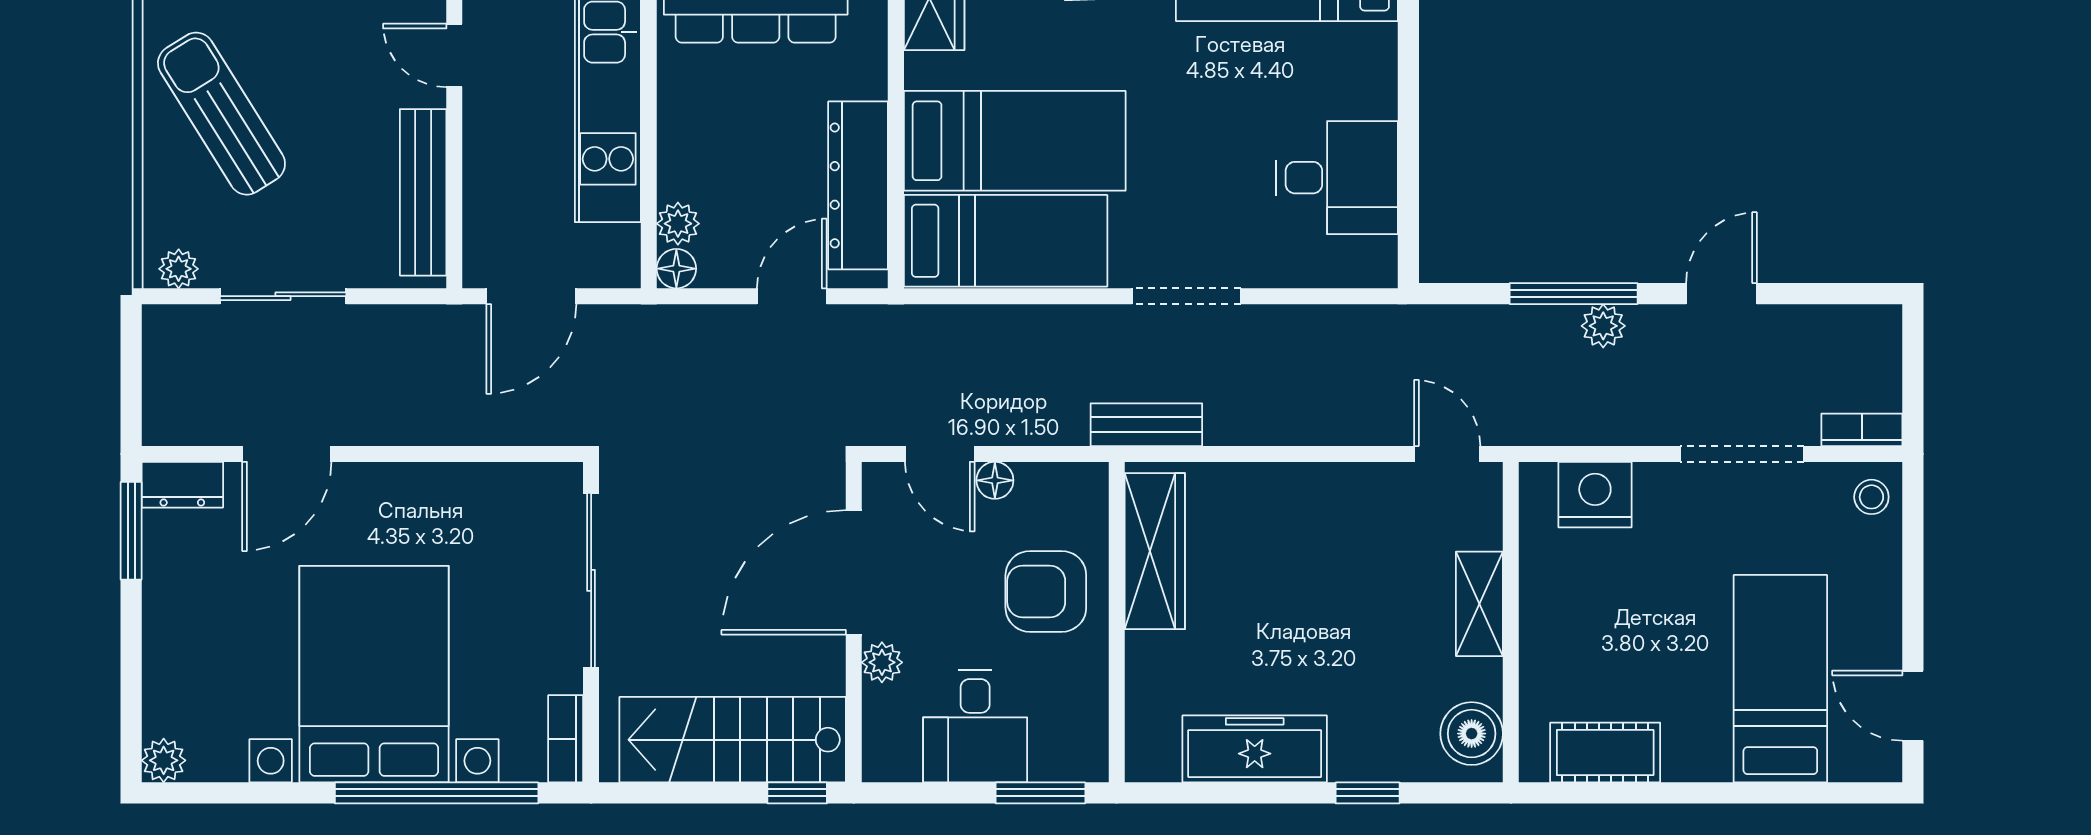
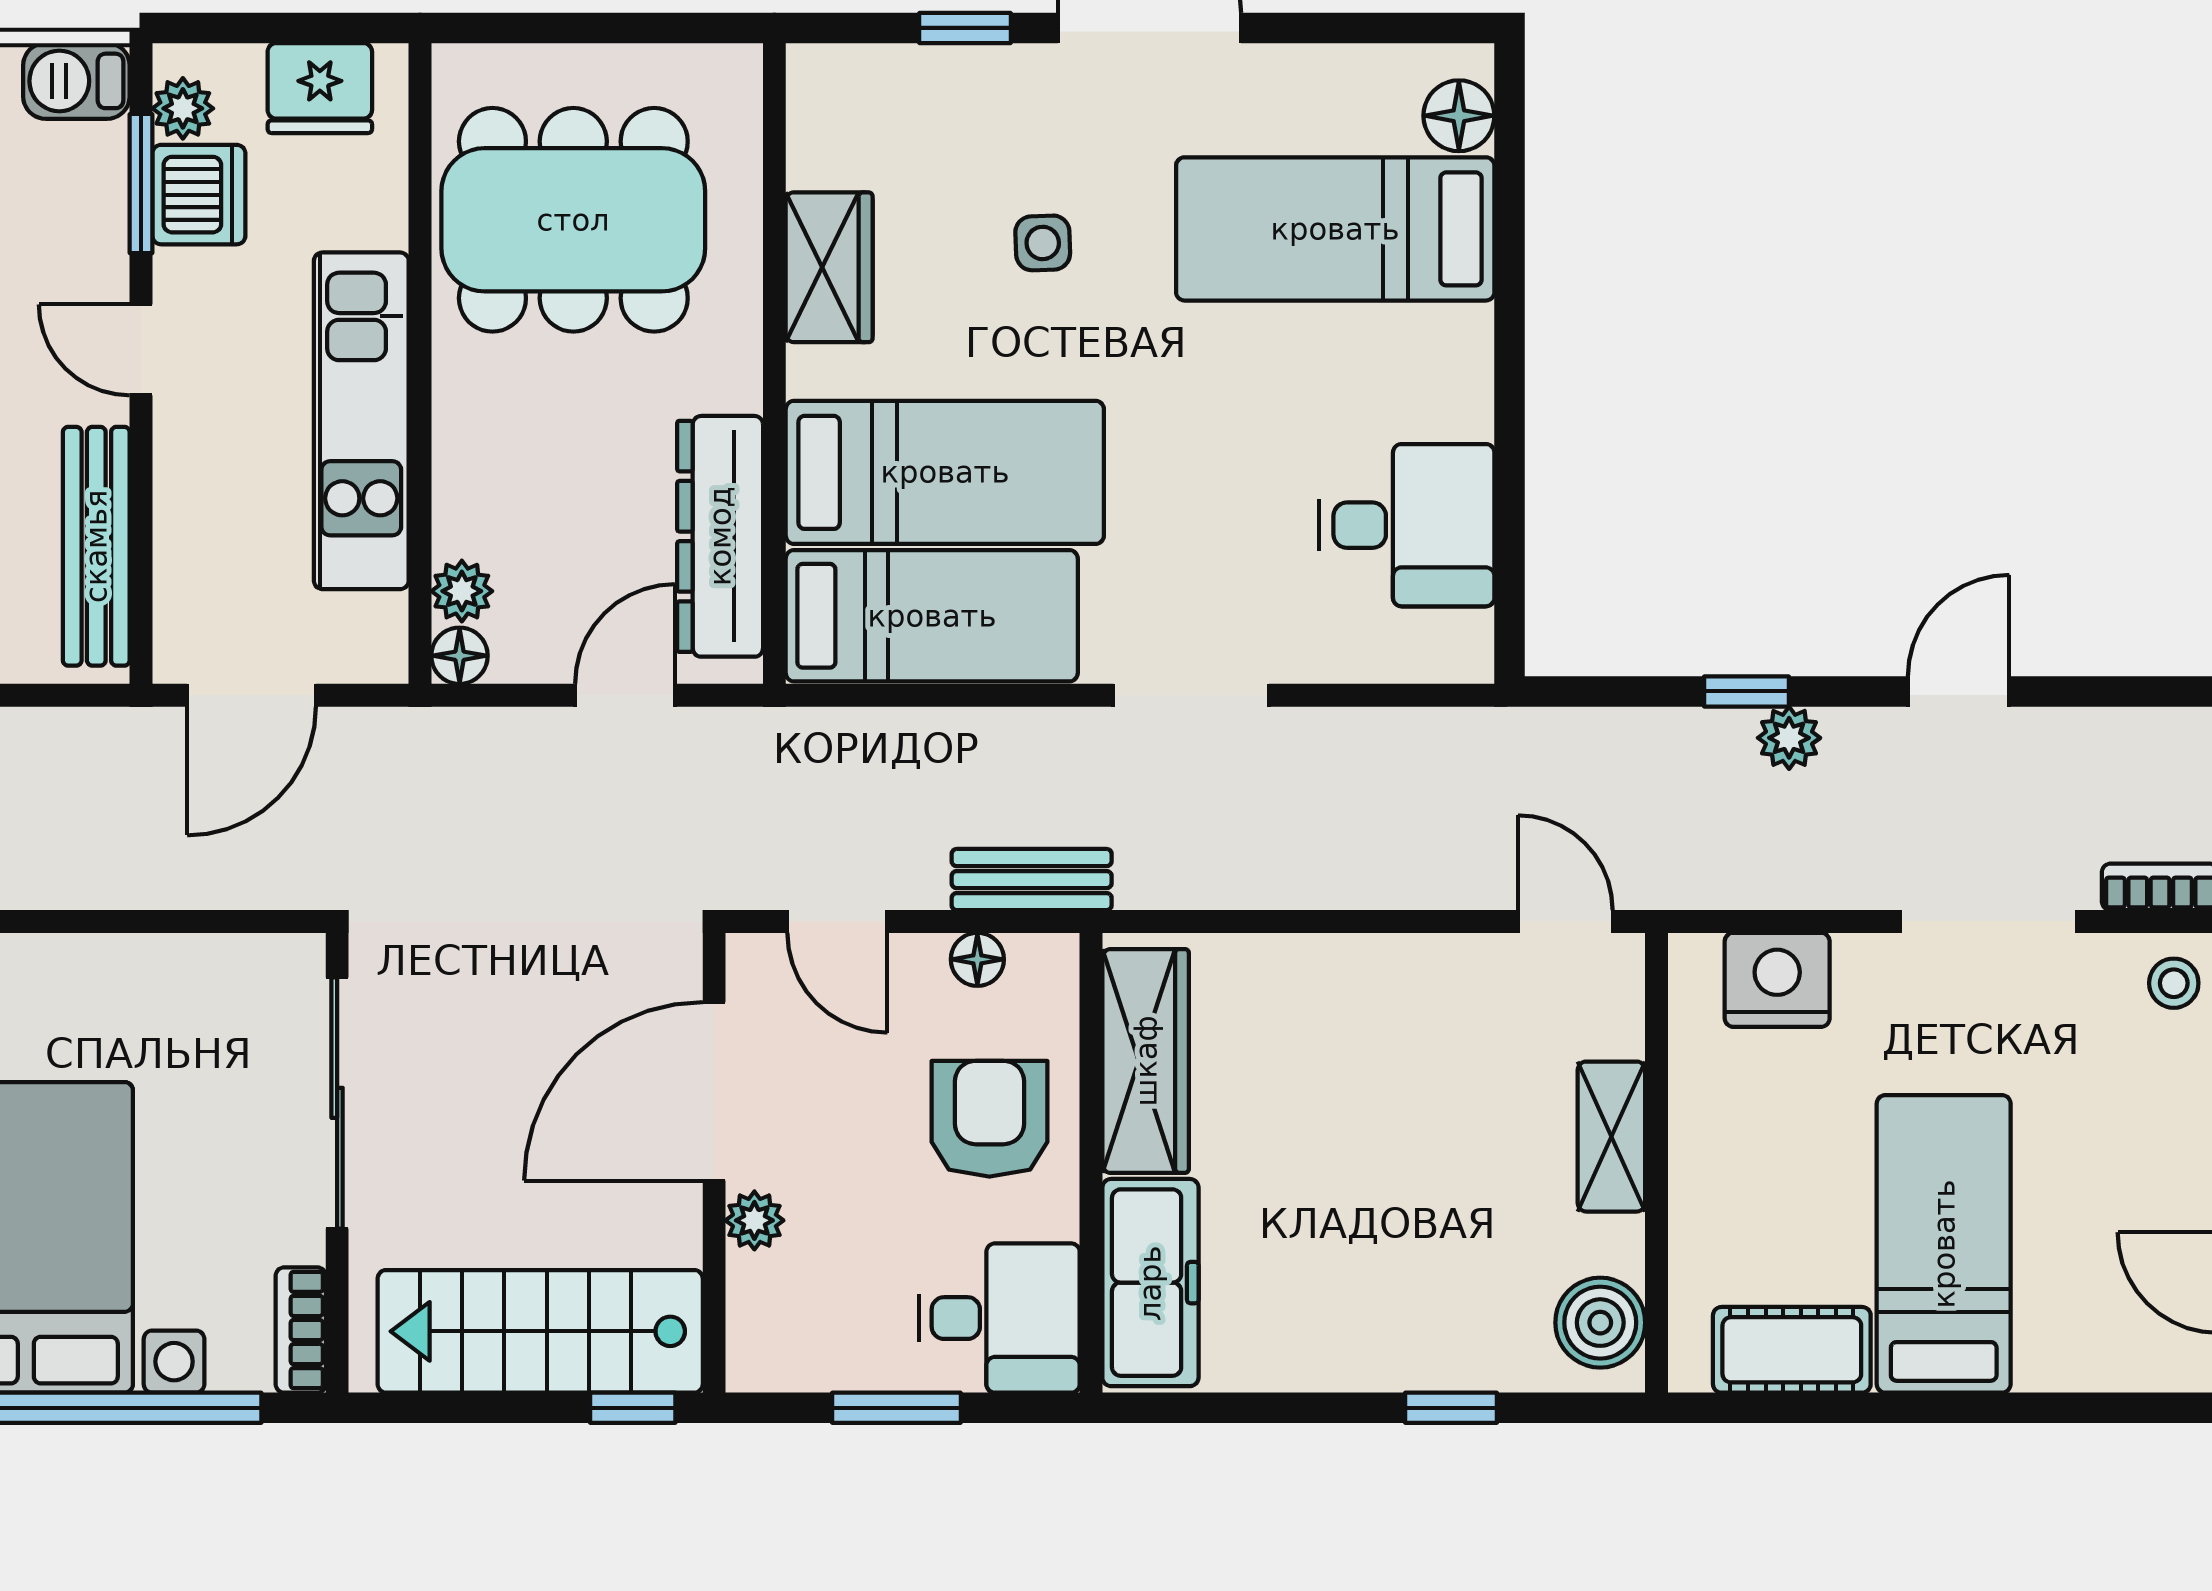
window: (1574, 294) -> (1746, 691), width x0.46
bench: (1146, 425) -> (1032, 880), moved
floor lamp: (995, 480) -> (977, 959), moved
armchair: (1046, 591) -> (989, 1119), turned 90
bed: (1780, 679) -> (1944, 1244), moved
desk: (975, 726) -> (999, 1318), moved, turned -90
freezer: (1255, 749) -> (1150, 1283), moved, turned 90
window: (1040, 793) -> (896, 1408), moved

